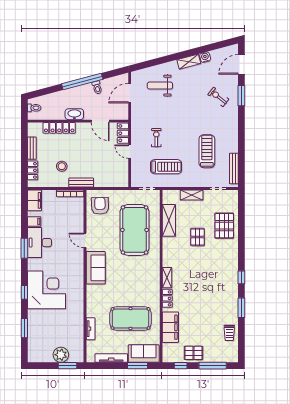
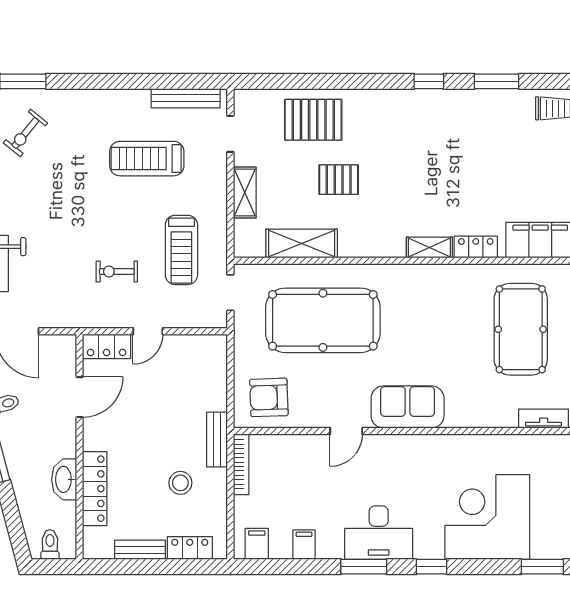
washbasin: (74, 114) -> (64, 479), moved
treadmill: (166, 167) -> (181, 250), turned 180
filing cabinet: (34, 200) -> (257, 544), width x0.50
desk: (39, 243) -> (379, 533), moved
corner desk: (46, 290) -> (487, 517), moved
window: (24, 292) -> (432, 567), moved

